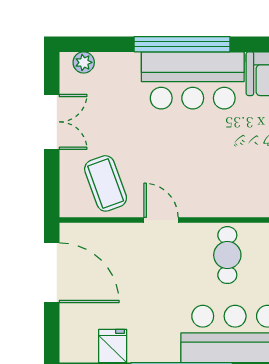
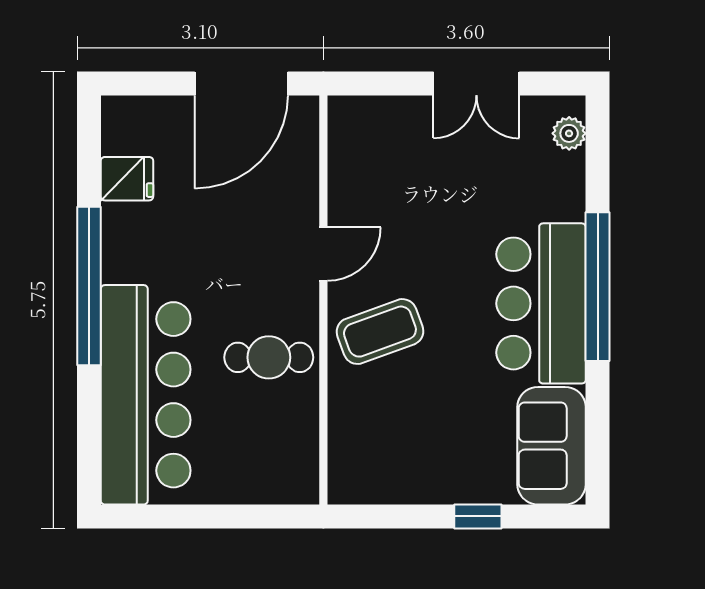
coffee table: (106, 183) -> (380, 332), moved

